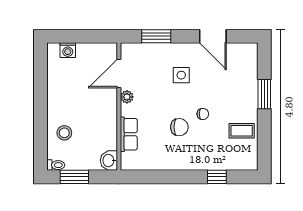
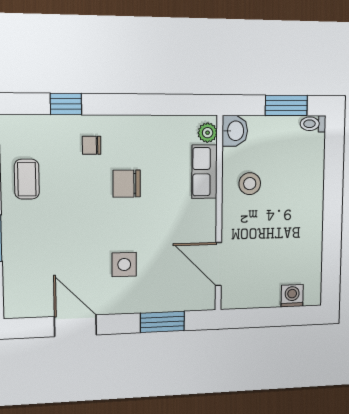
door: (119, 73) -> (219, 264), swing flipped
plant: (127, 97) -> (208, 133), moved
chair: (203, 114) -> (92, 145), moved
coffee table: (242, 131) -> (27, 179), turned 90
stool: (64, 133) -> (250, 184), moved

